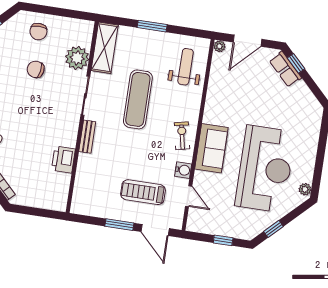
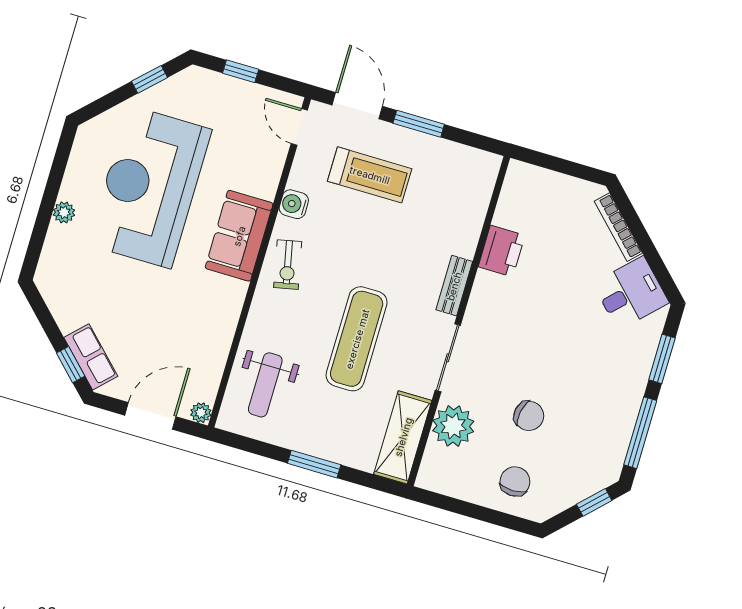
plant: (305, 189) -> (64, 212), moved
door: (189, 196) -> (299, 127), moved

